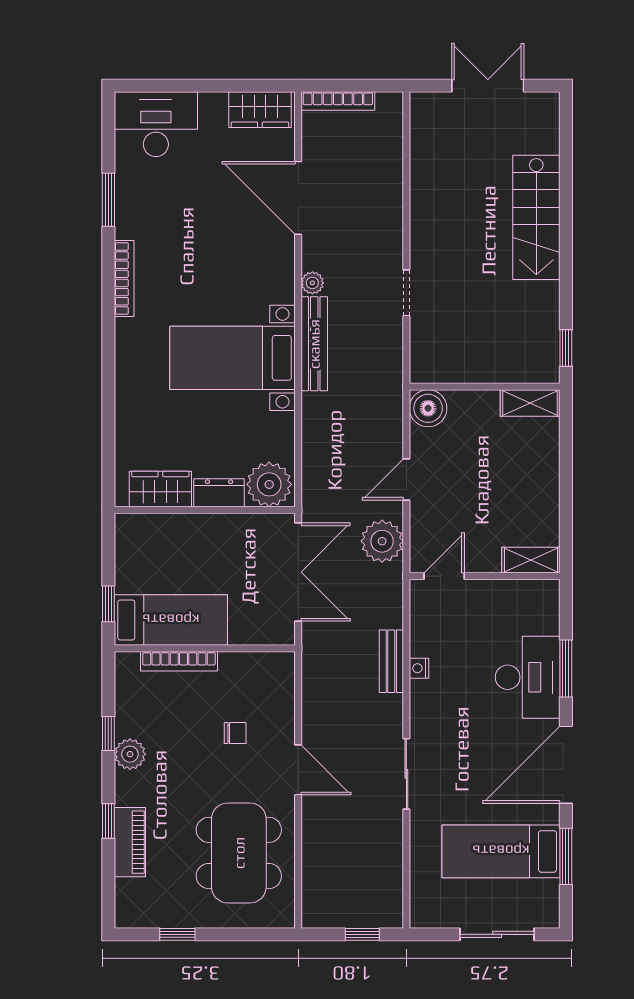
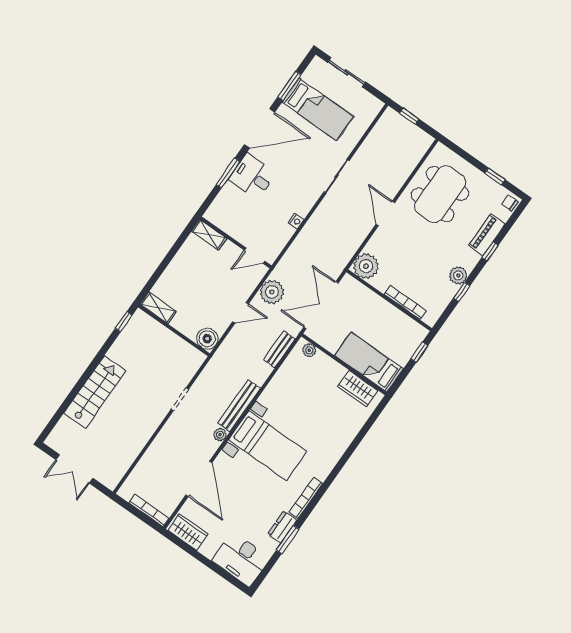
bed with nightstands: (232, 358) -> (268, 446), moved
plant: (269, 484) -> (309, 350), width x0.53, depth x0.53
dresser: (219, 493) -> (282, 527), moved, turned 90
bed: (171, 620) -> (369, 362), moved
bench: (391, 661) -> (279, 349), moved
plant: (273, 674) -> (366, 266), added
desk: (528, 677) -> (252, 176), width x0.73
chair: (235, 733) -> (510, 203), moved

